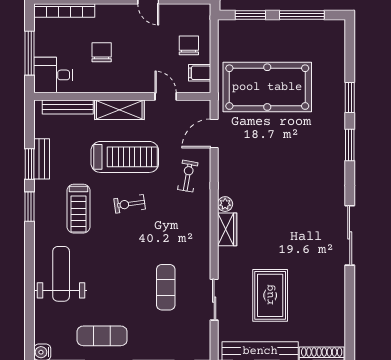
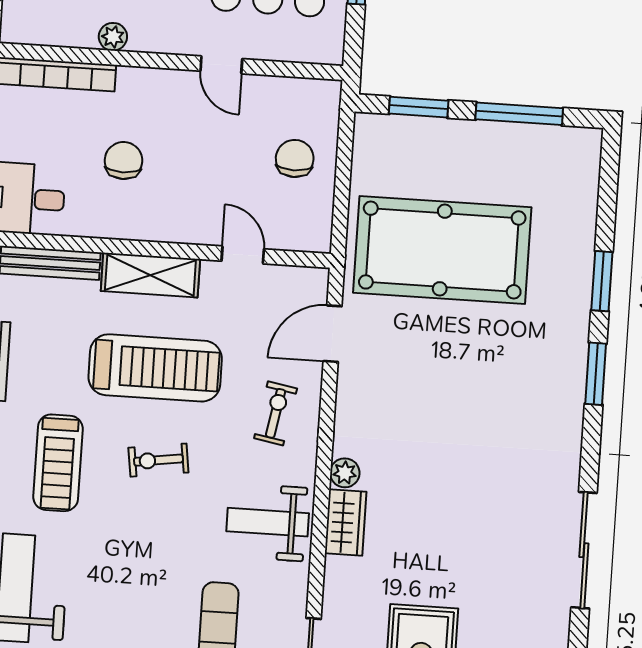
filing cabinet: (200, 73) -> (312, 213), removed
weight bench: (187, 232) -> (268, 522), added

